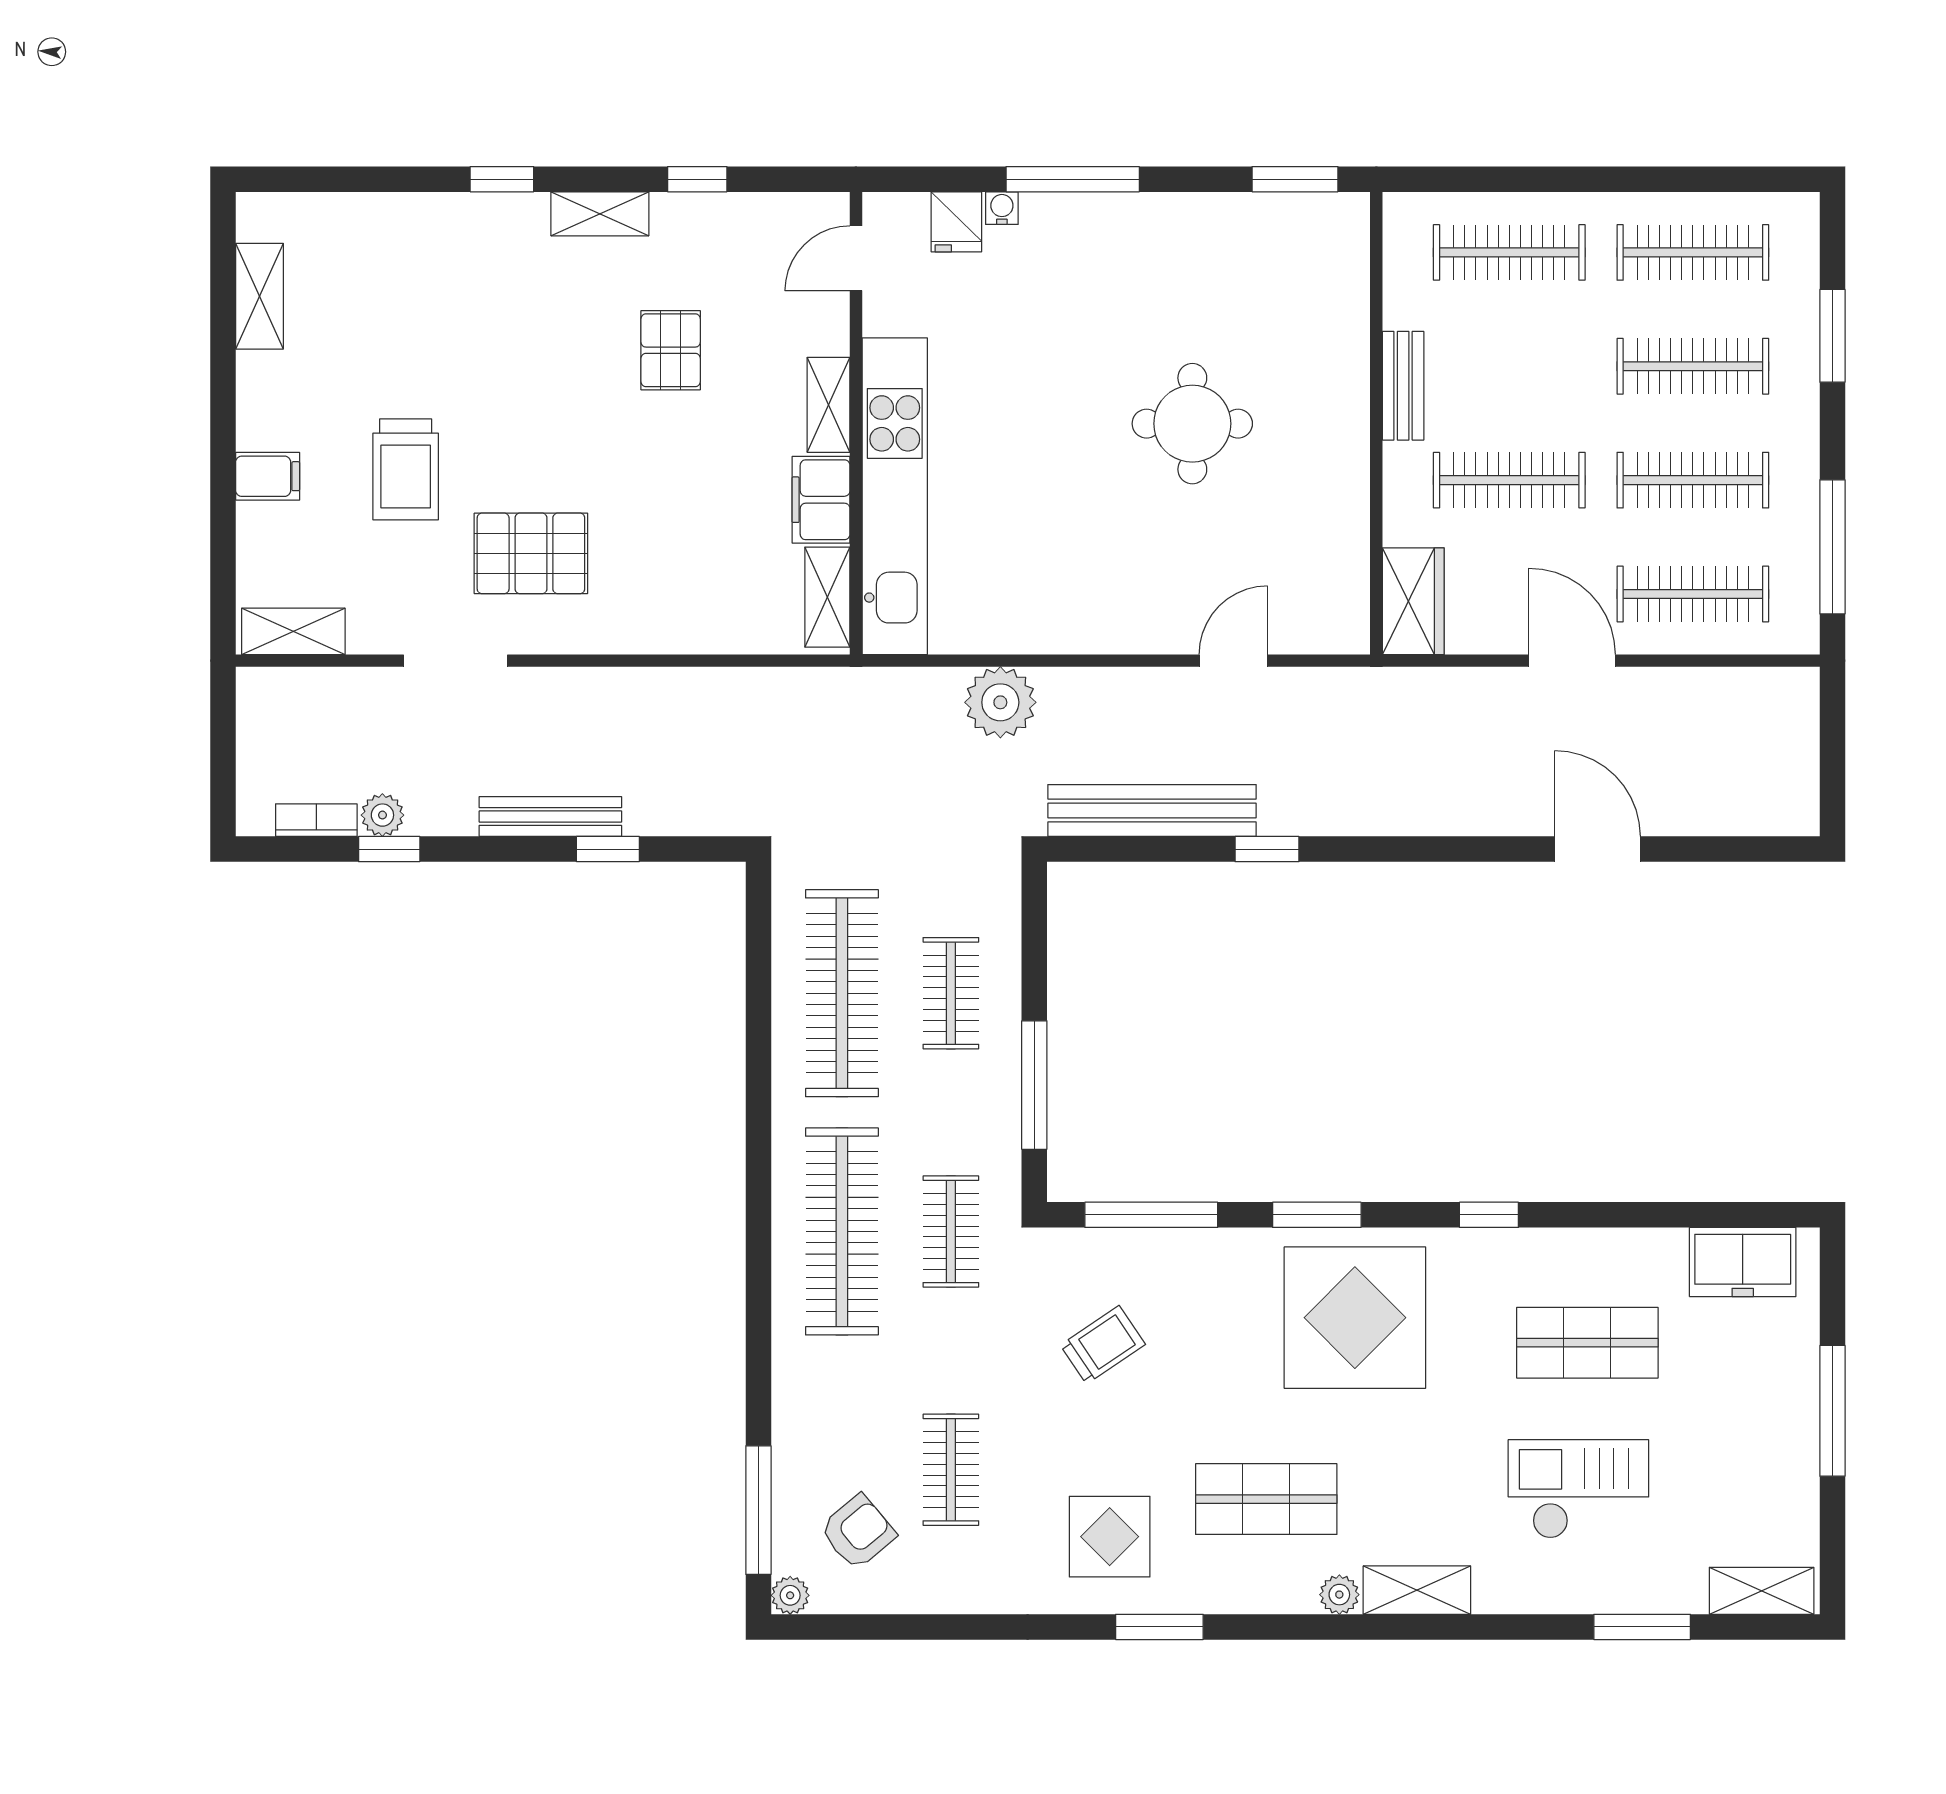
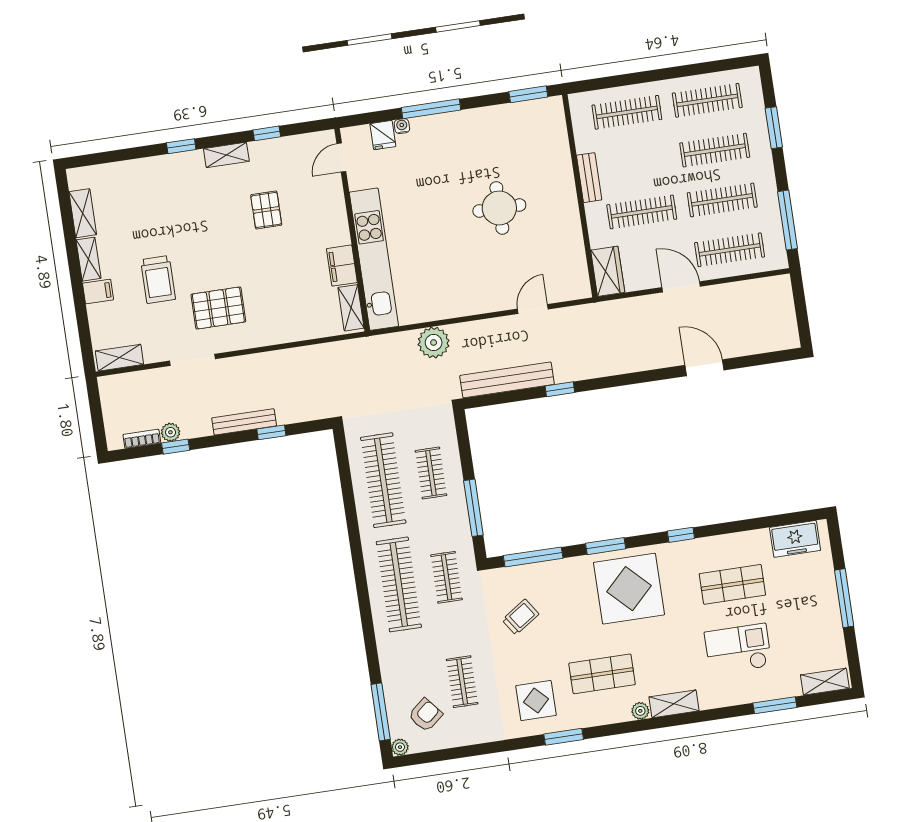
shelving: (829, 405) -> (88, 259), moved

